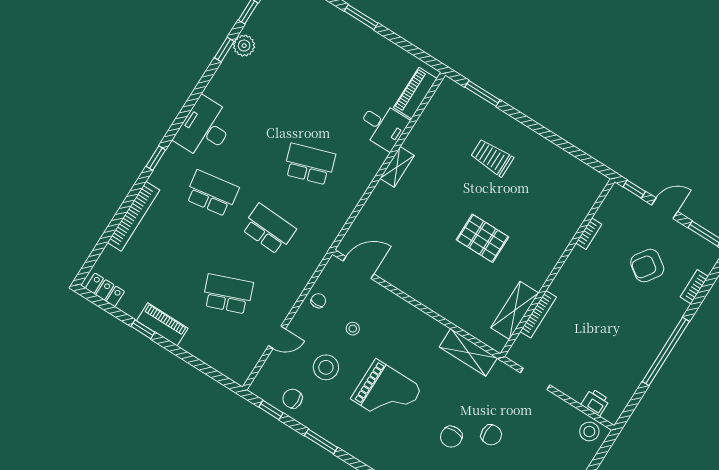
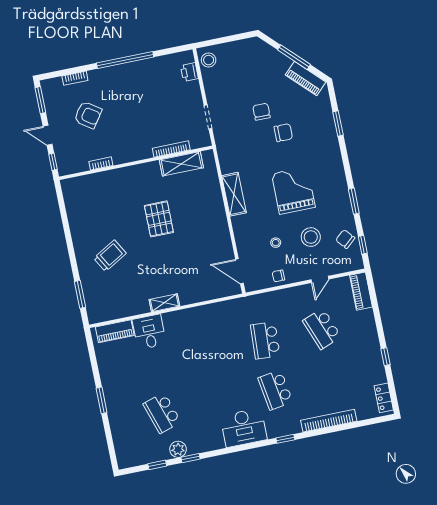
trolley: (492, 158) -> (110, 256), turned -120
school desk: (310, 164) -> (162, 413), moved
piano: (162, 324) -> (361, 291), moved
door: (277, 337) -> (320, 279), swing flipped
shelving: (468, 352) -> (234, 194), moved
chair: (292, 399) -> (345, 239), turned 139

